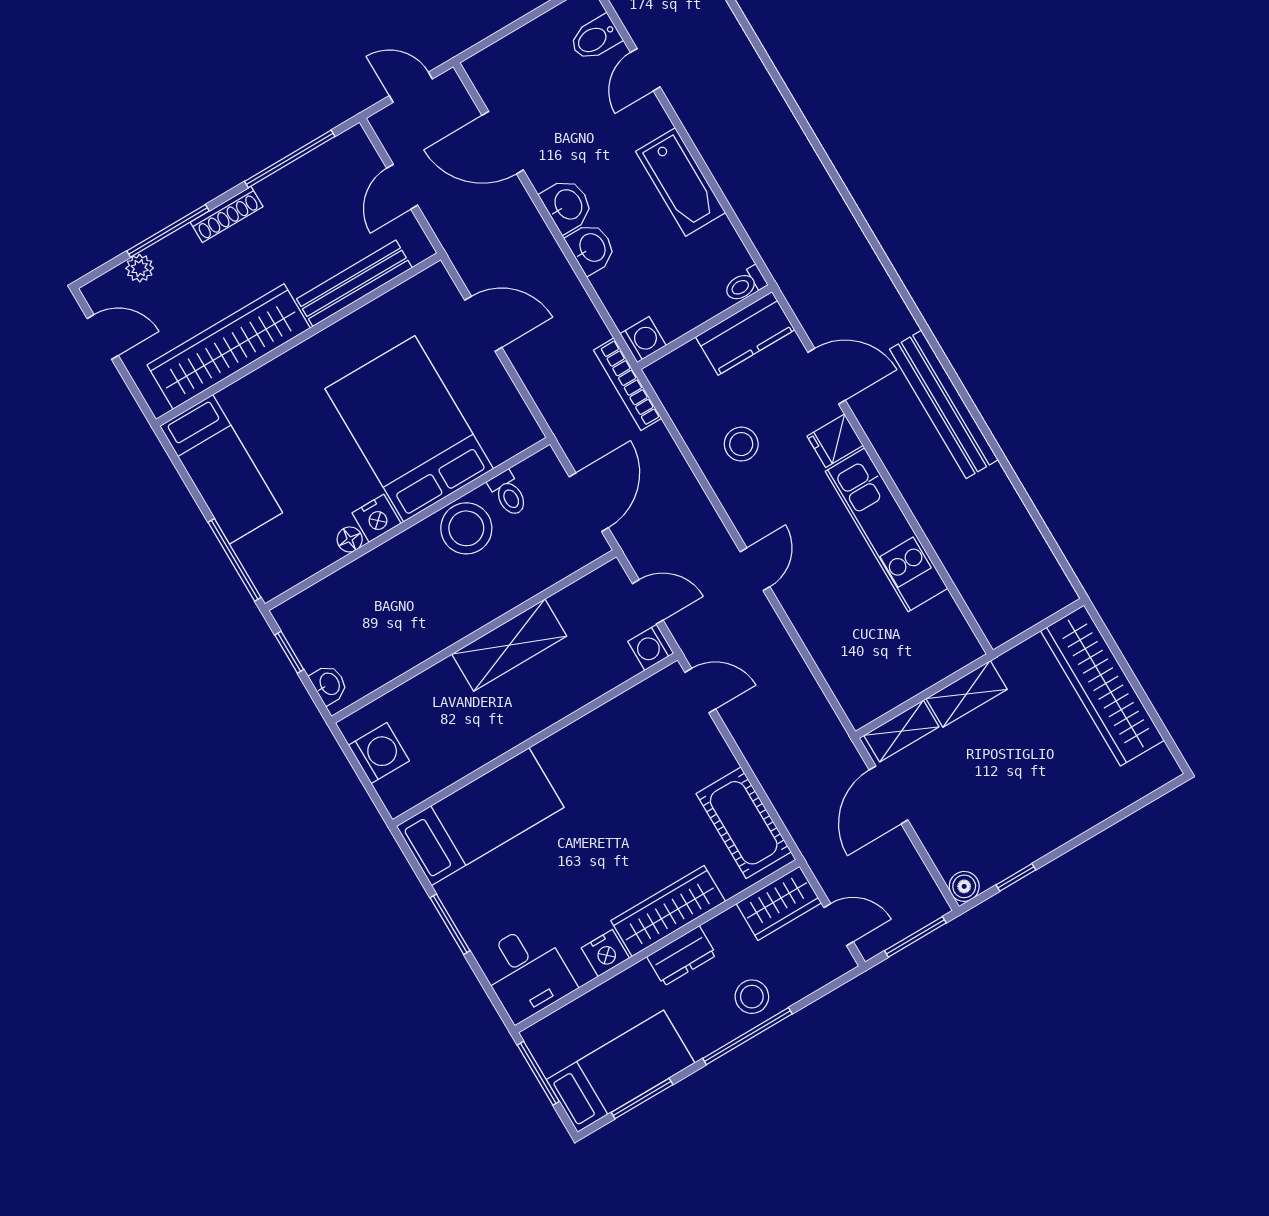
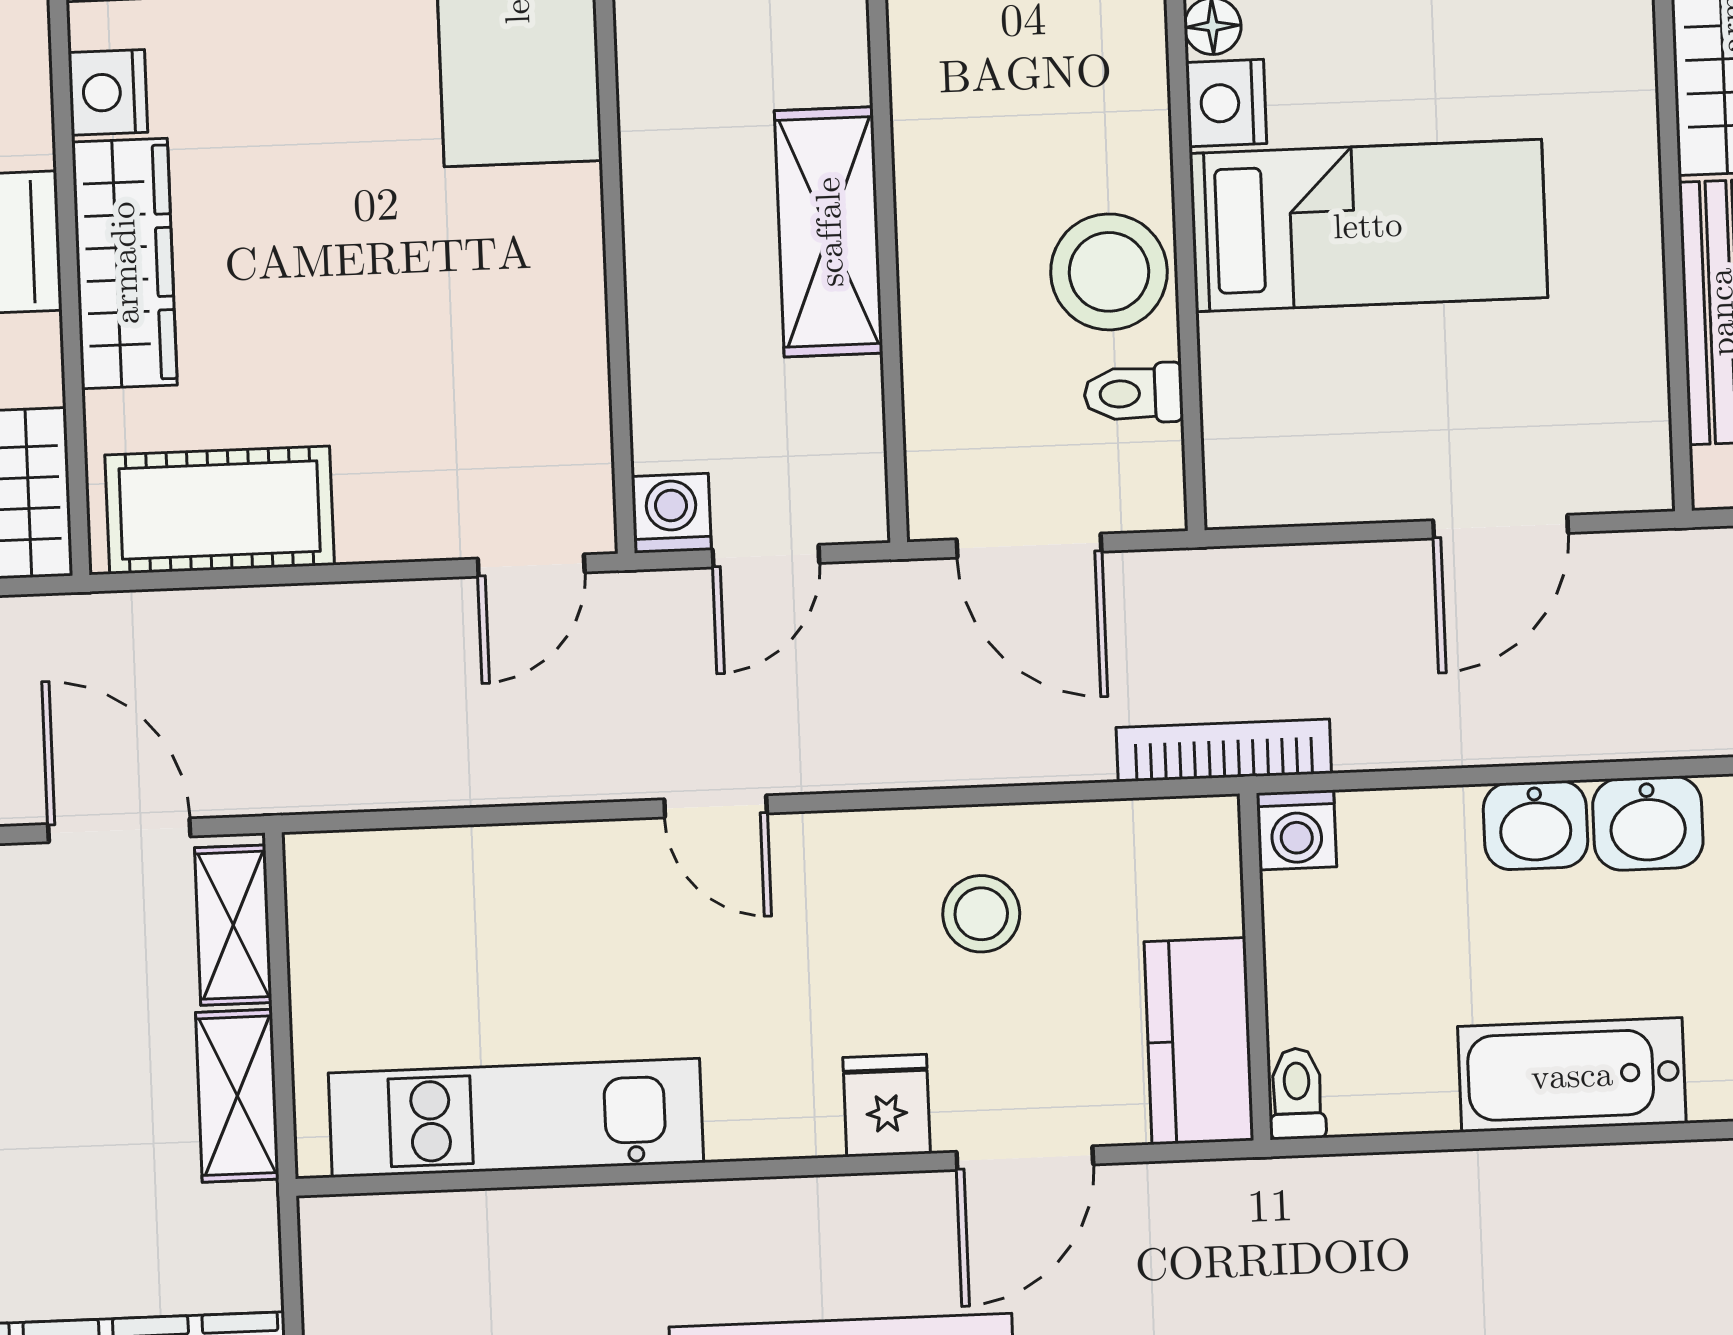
bed: (409, 429) -> (1368, 225), width x0.67
kitchen unit: (886, 530) -> (516, 1118), moved

